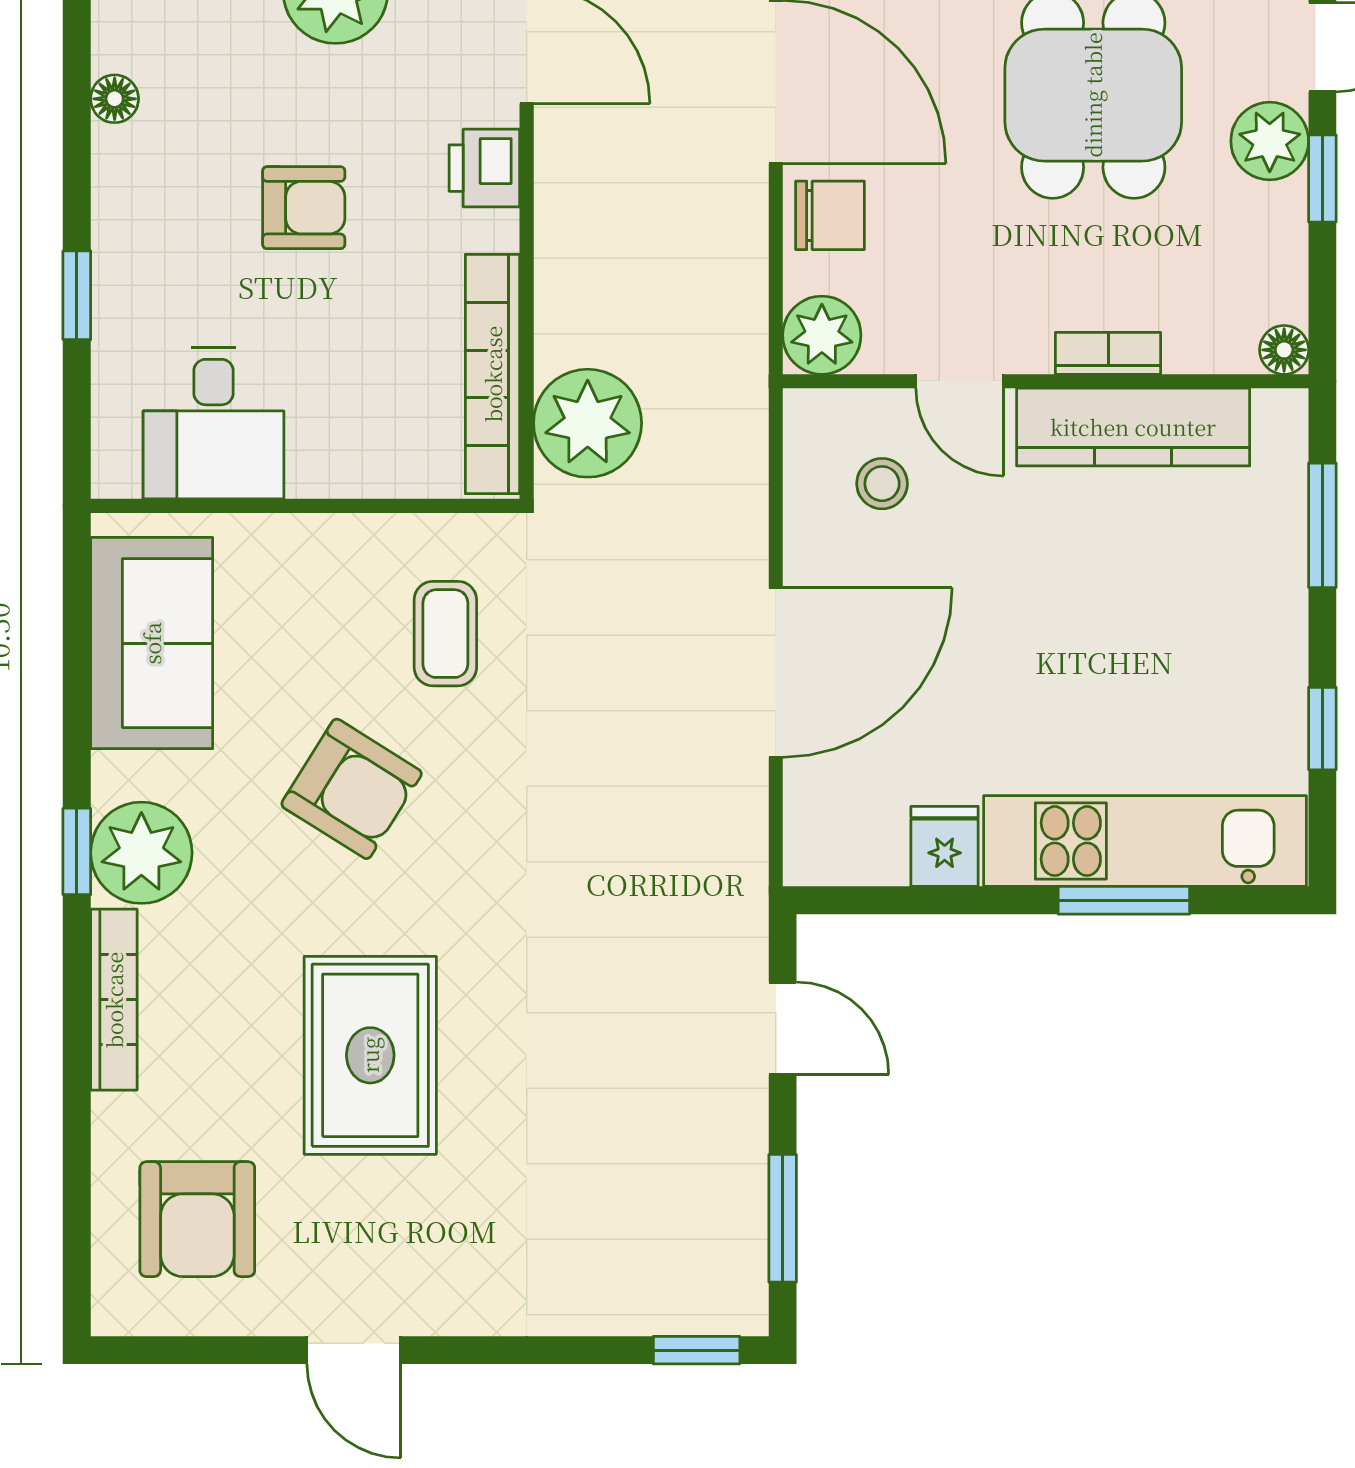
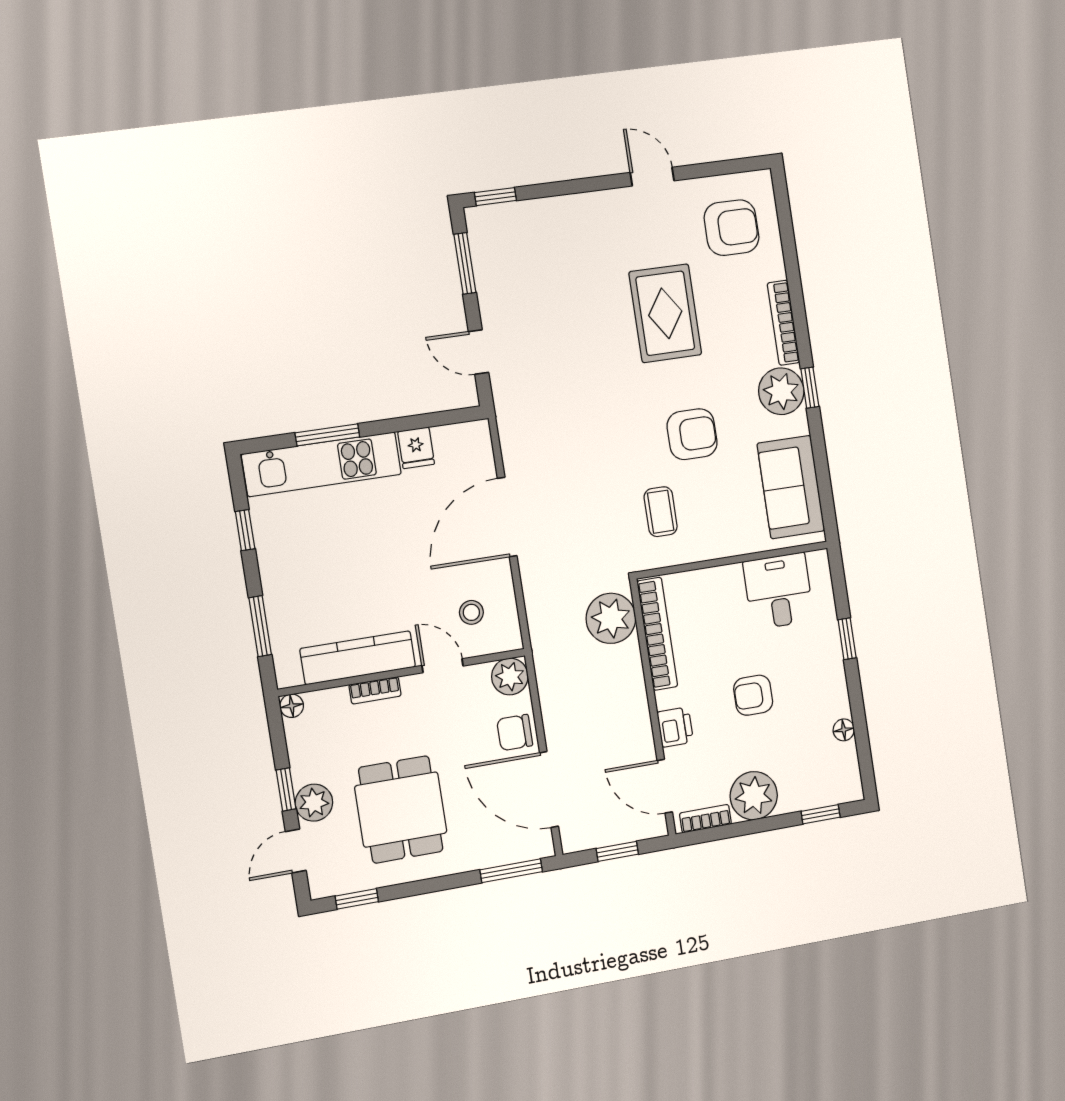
armchair: (352, 789) -> (692, 434), turned 148
armchair: (197, 1219) -> (732, 228), turned 90

